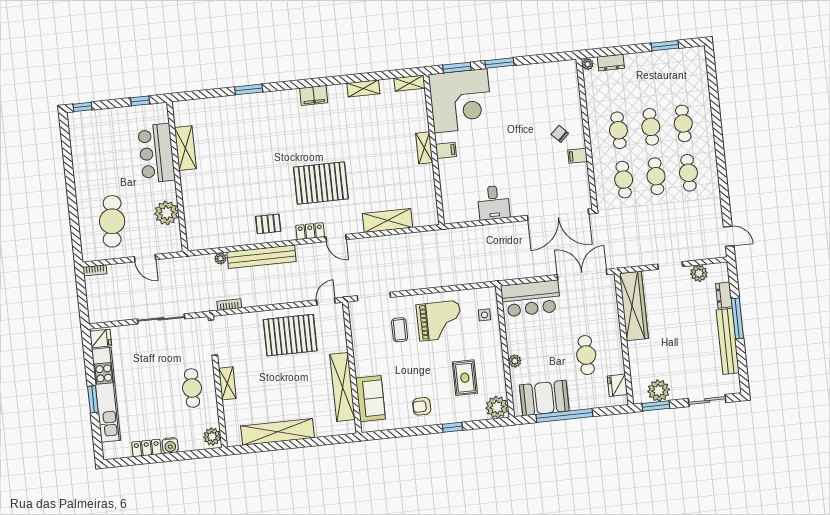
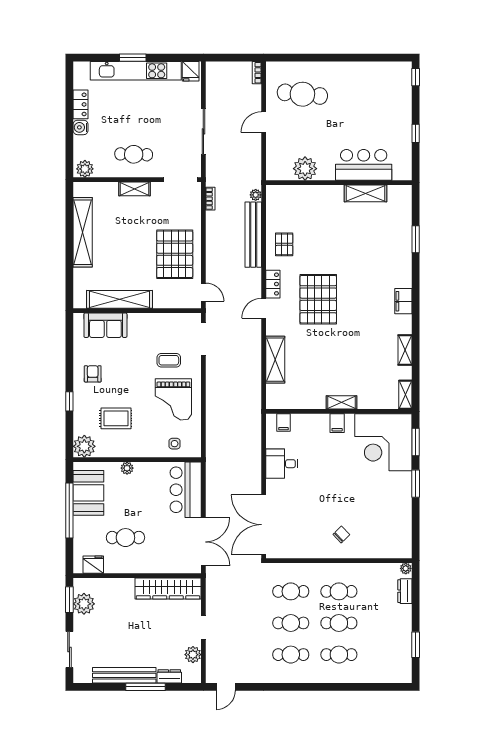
shelving: (185, 148) -> (366, 193), moved
bar counter: (156, 153) -> (364, 165), moved
filing cabinet: (578, 156) -> (283, 423), moved, turned 180
wall: (177, 177) -> (339, 183), moved
plant: (167, 213) -> (305, 169), moved

